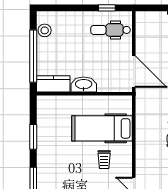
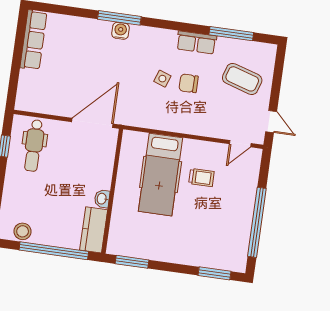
washbasin: (84, 85) -> (102, 199), width x0.52, depth x0.69
window: (33, 137) -> (132, 262), moved

